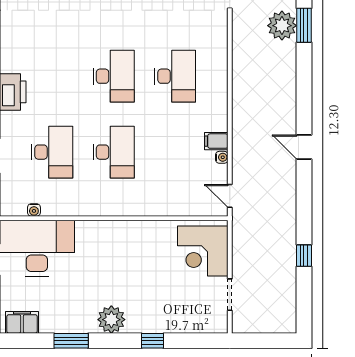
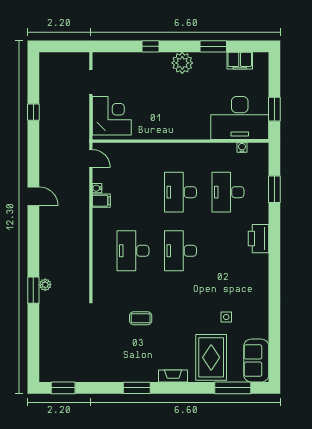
plant: (282, 26) -> (45, 285), width x0.53, depth x0.53
filing cabinet: (22, 322) -> (240, 61), moved

